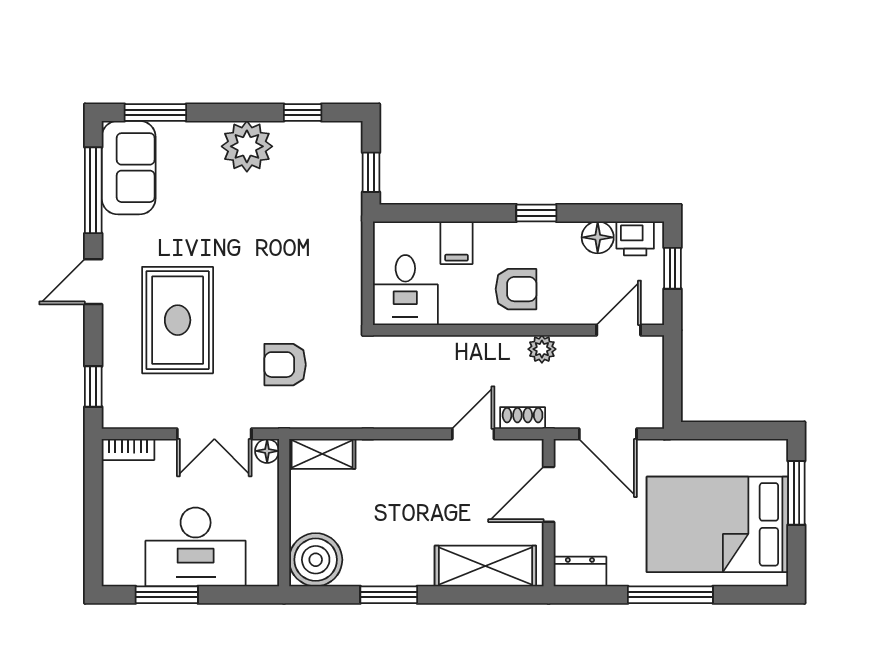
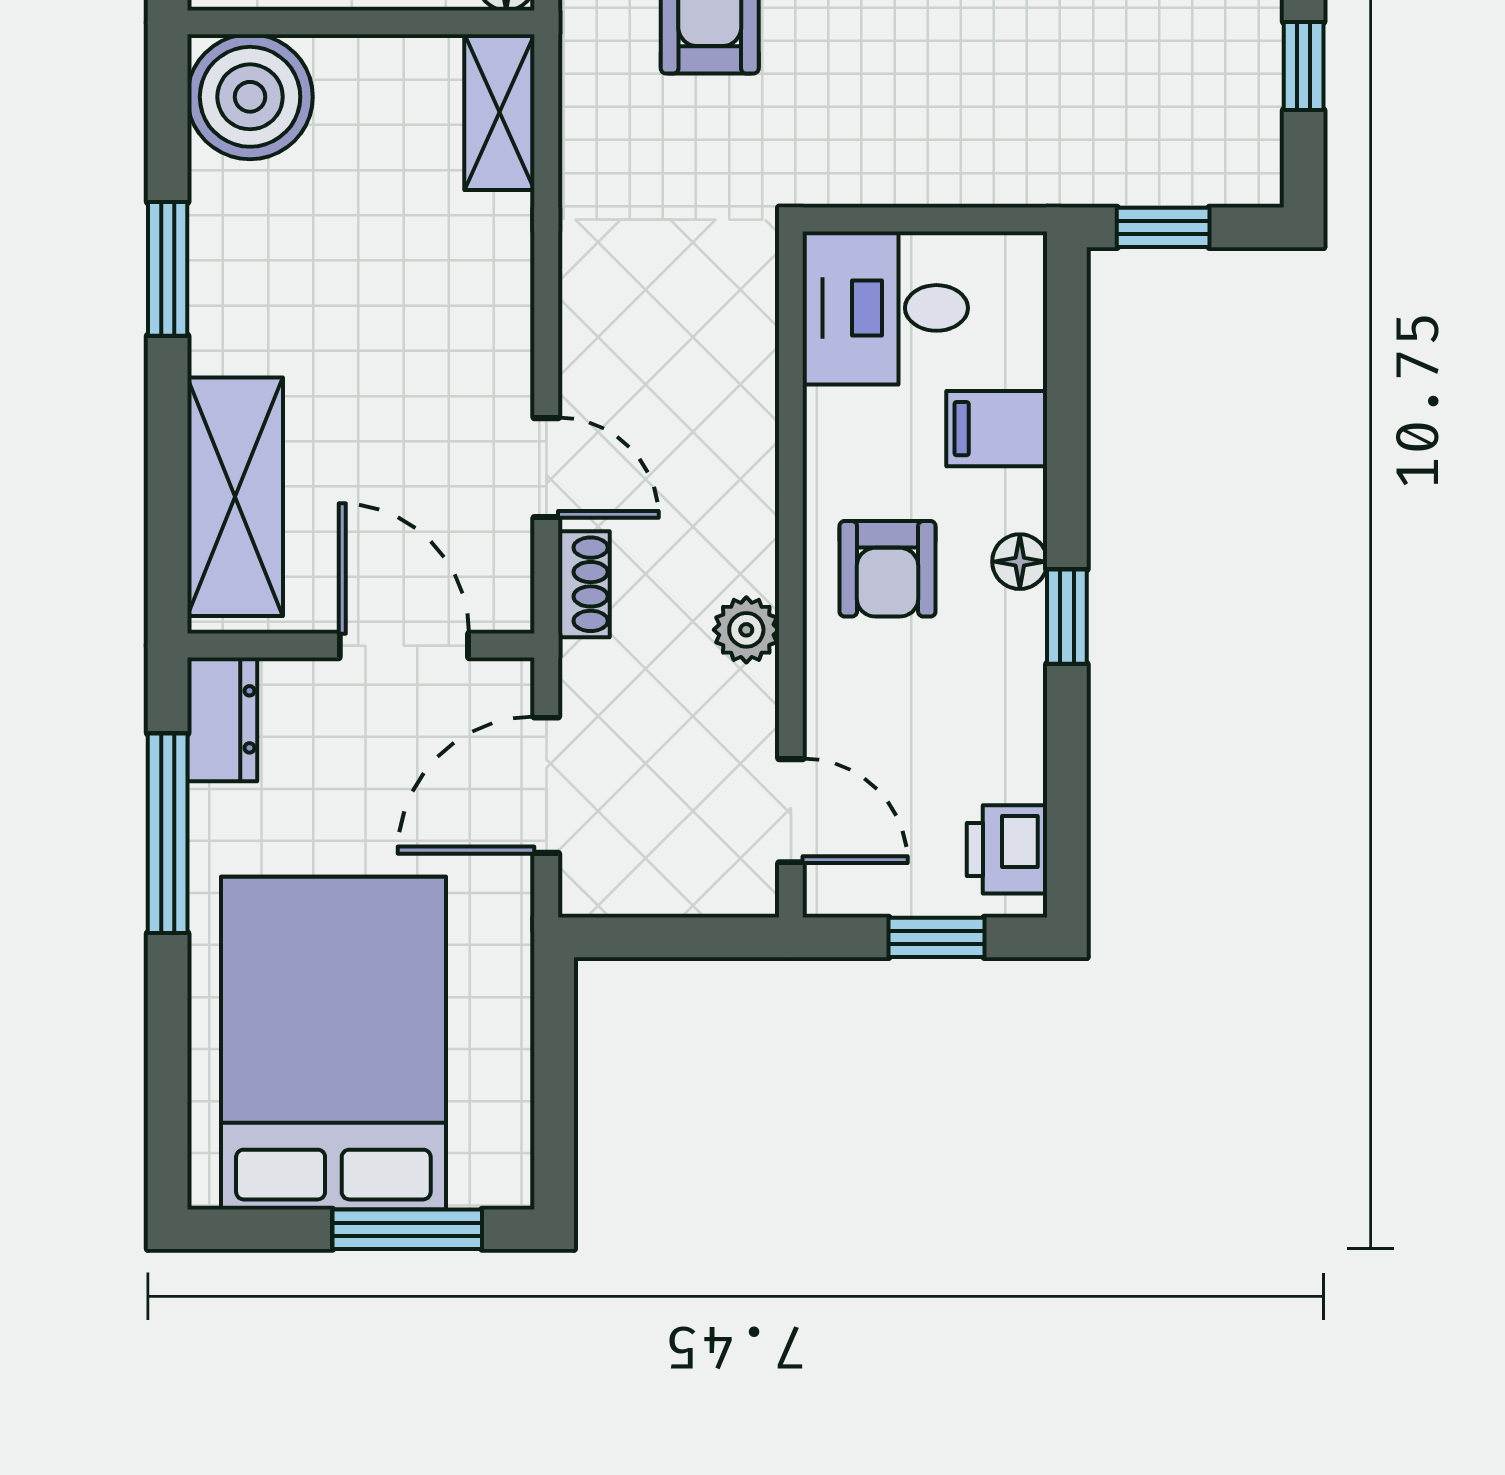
floor lamp: (598, 237) -> (1020, 562), moved, width x0.73, depth x0.73
window: (670, 595) -> (168, 833), moved

